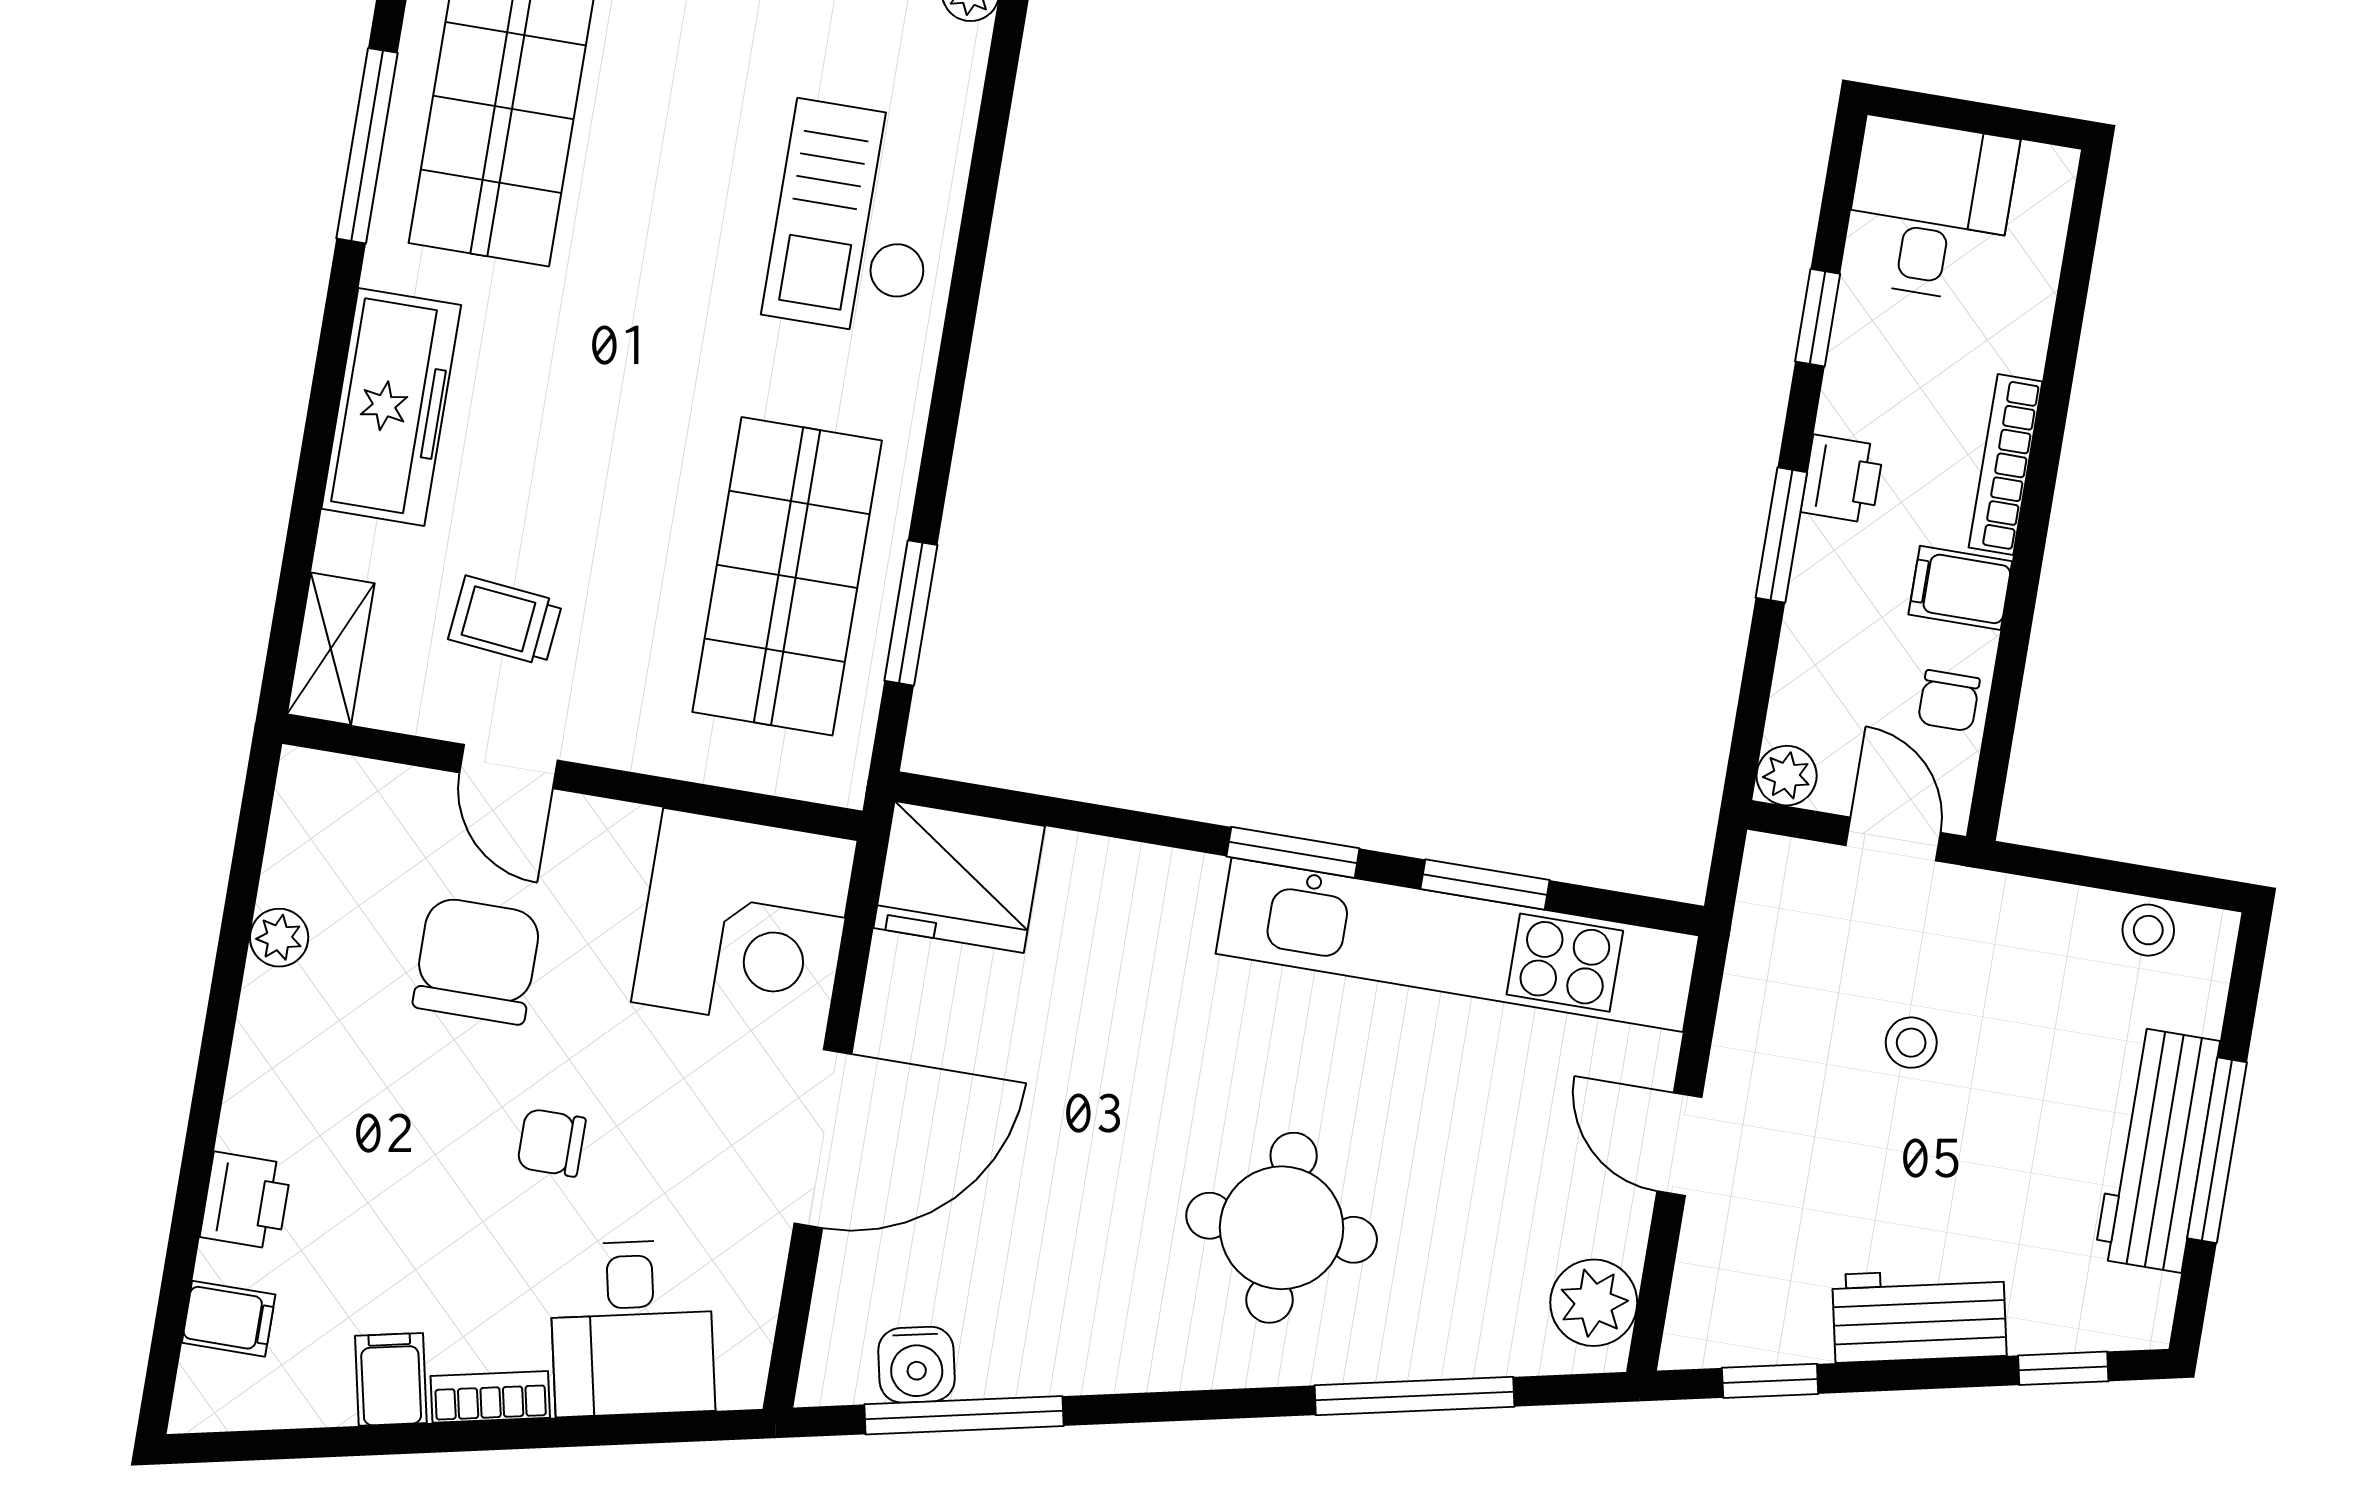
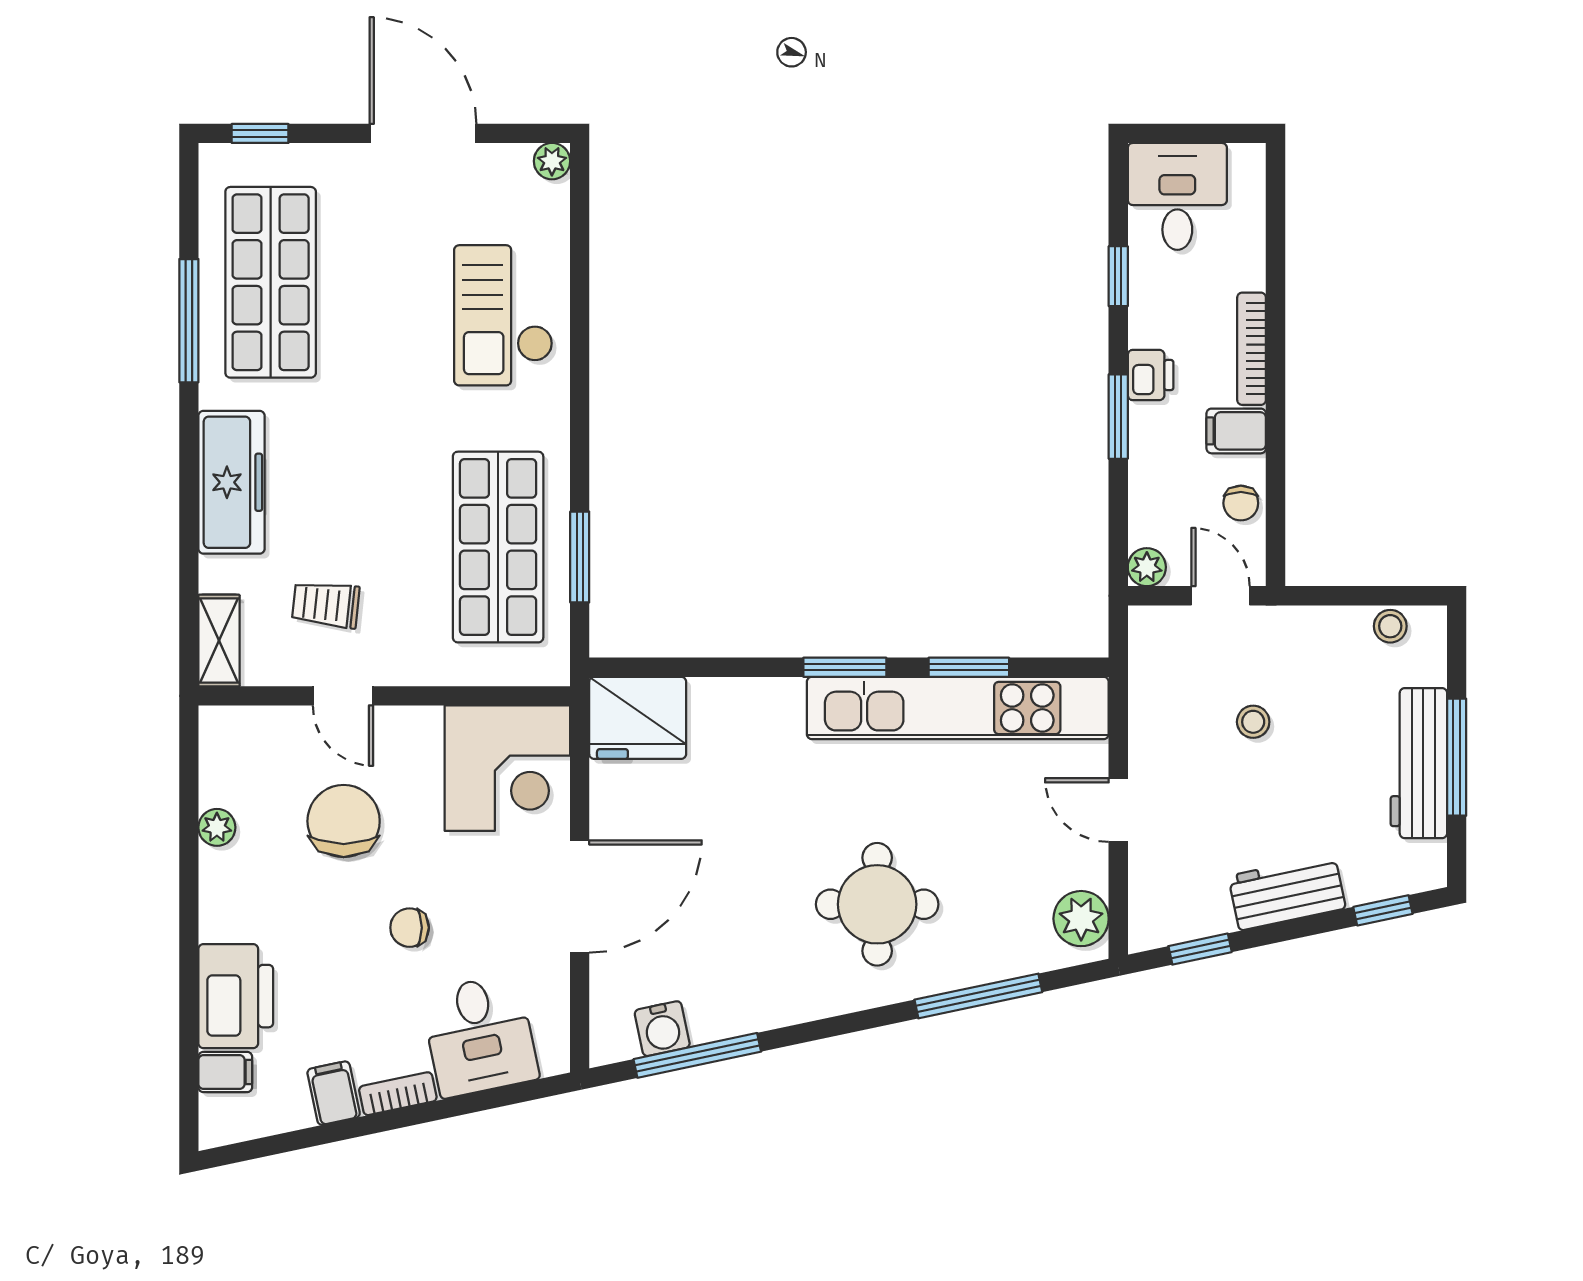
printer: (246, 1201) -> (236, 996), width x1.87, depth x1.48

